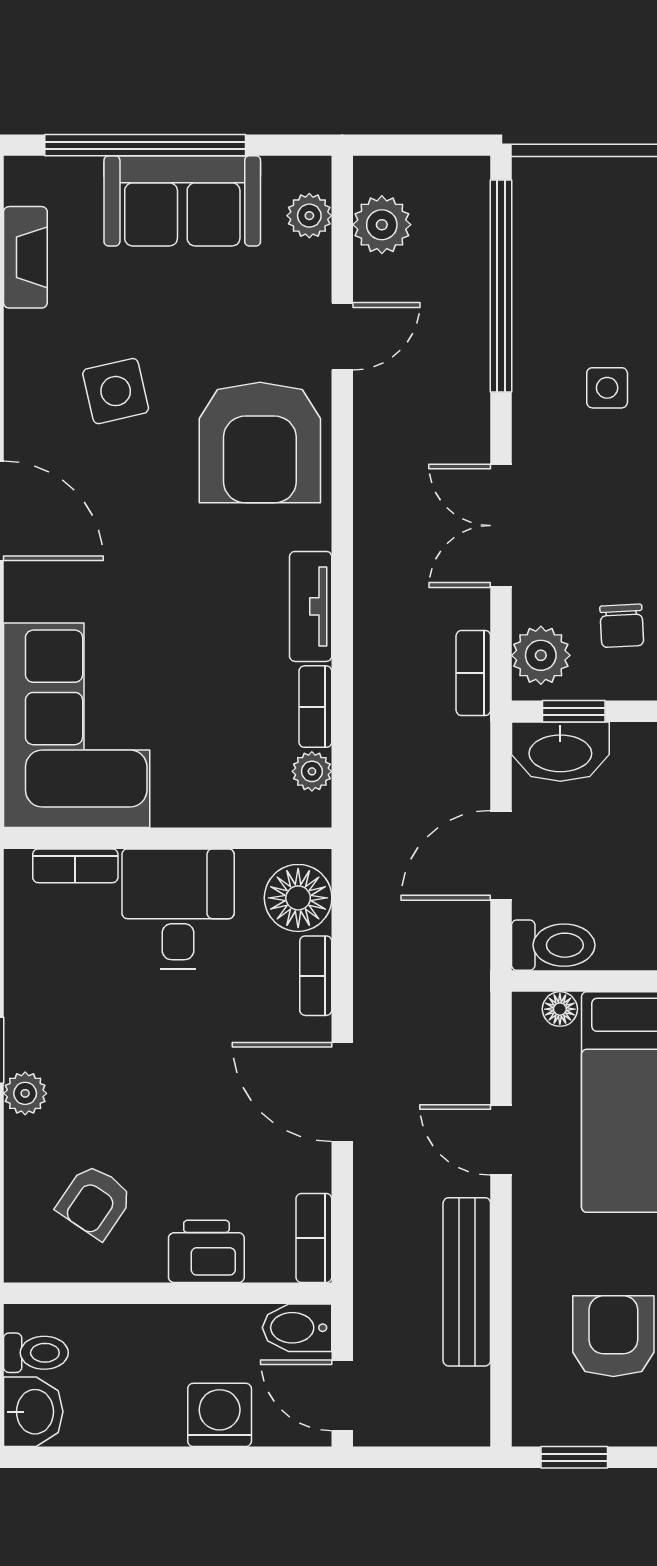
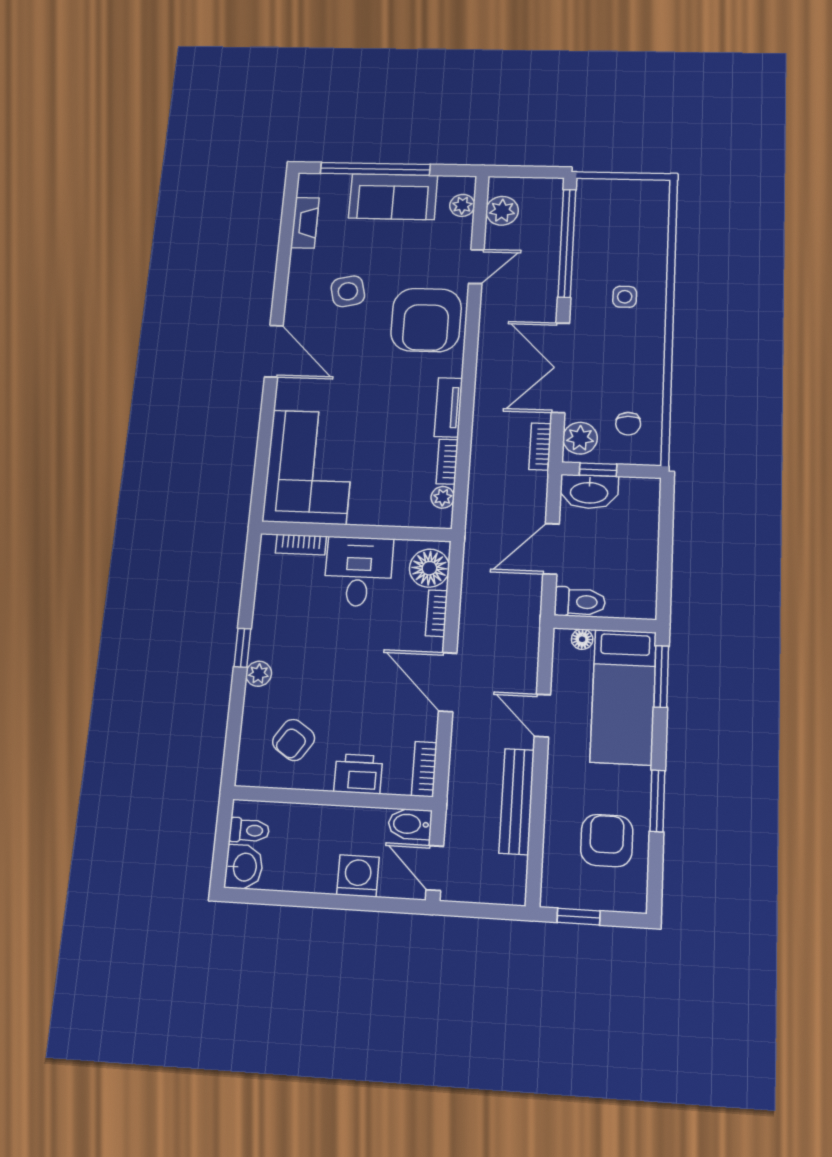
double door: (501, 526) -> (560, 368), width x1.37

